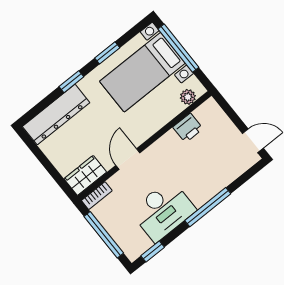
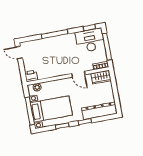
printer: (188, 128) -> (31, 76), moved
door: (128, 159) -> (78, 74), hinge flipped
desk: (163, 211) -> (90, 40), moved

